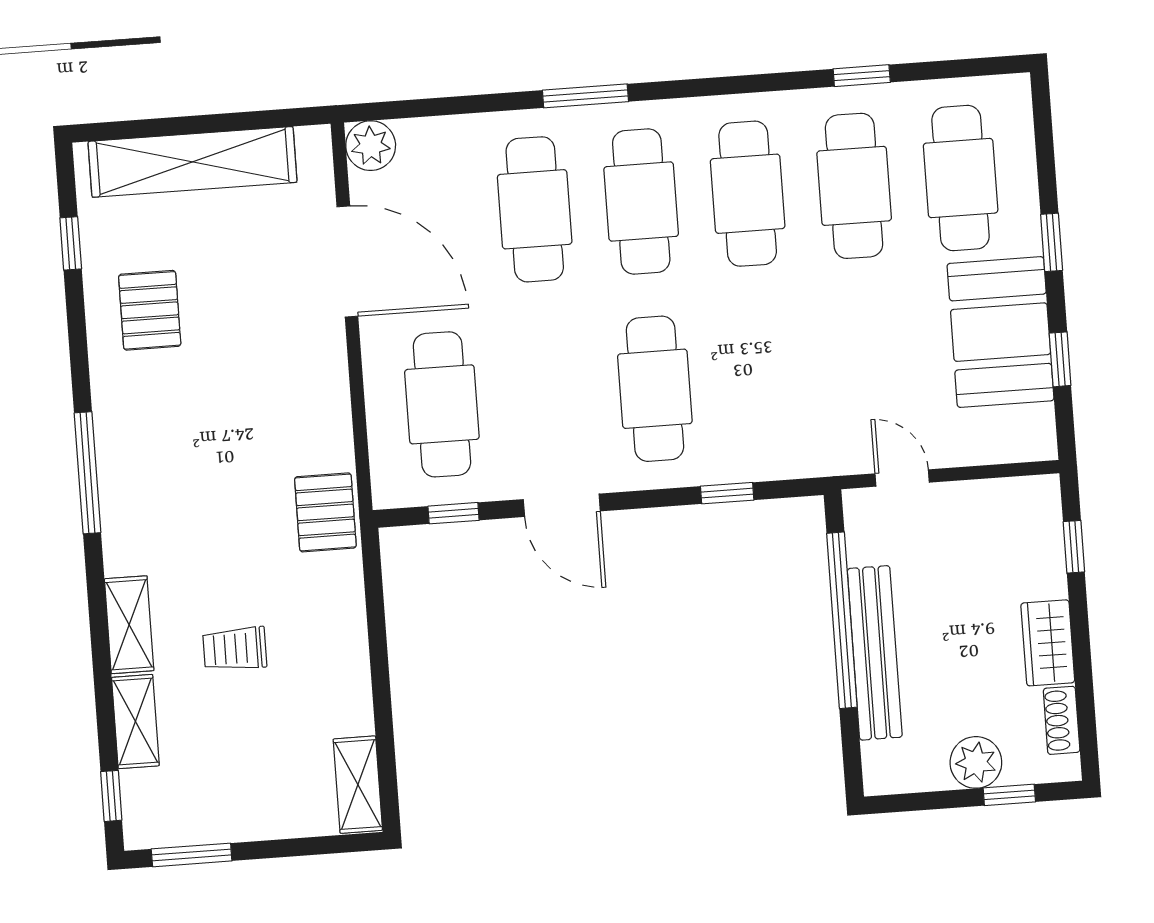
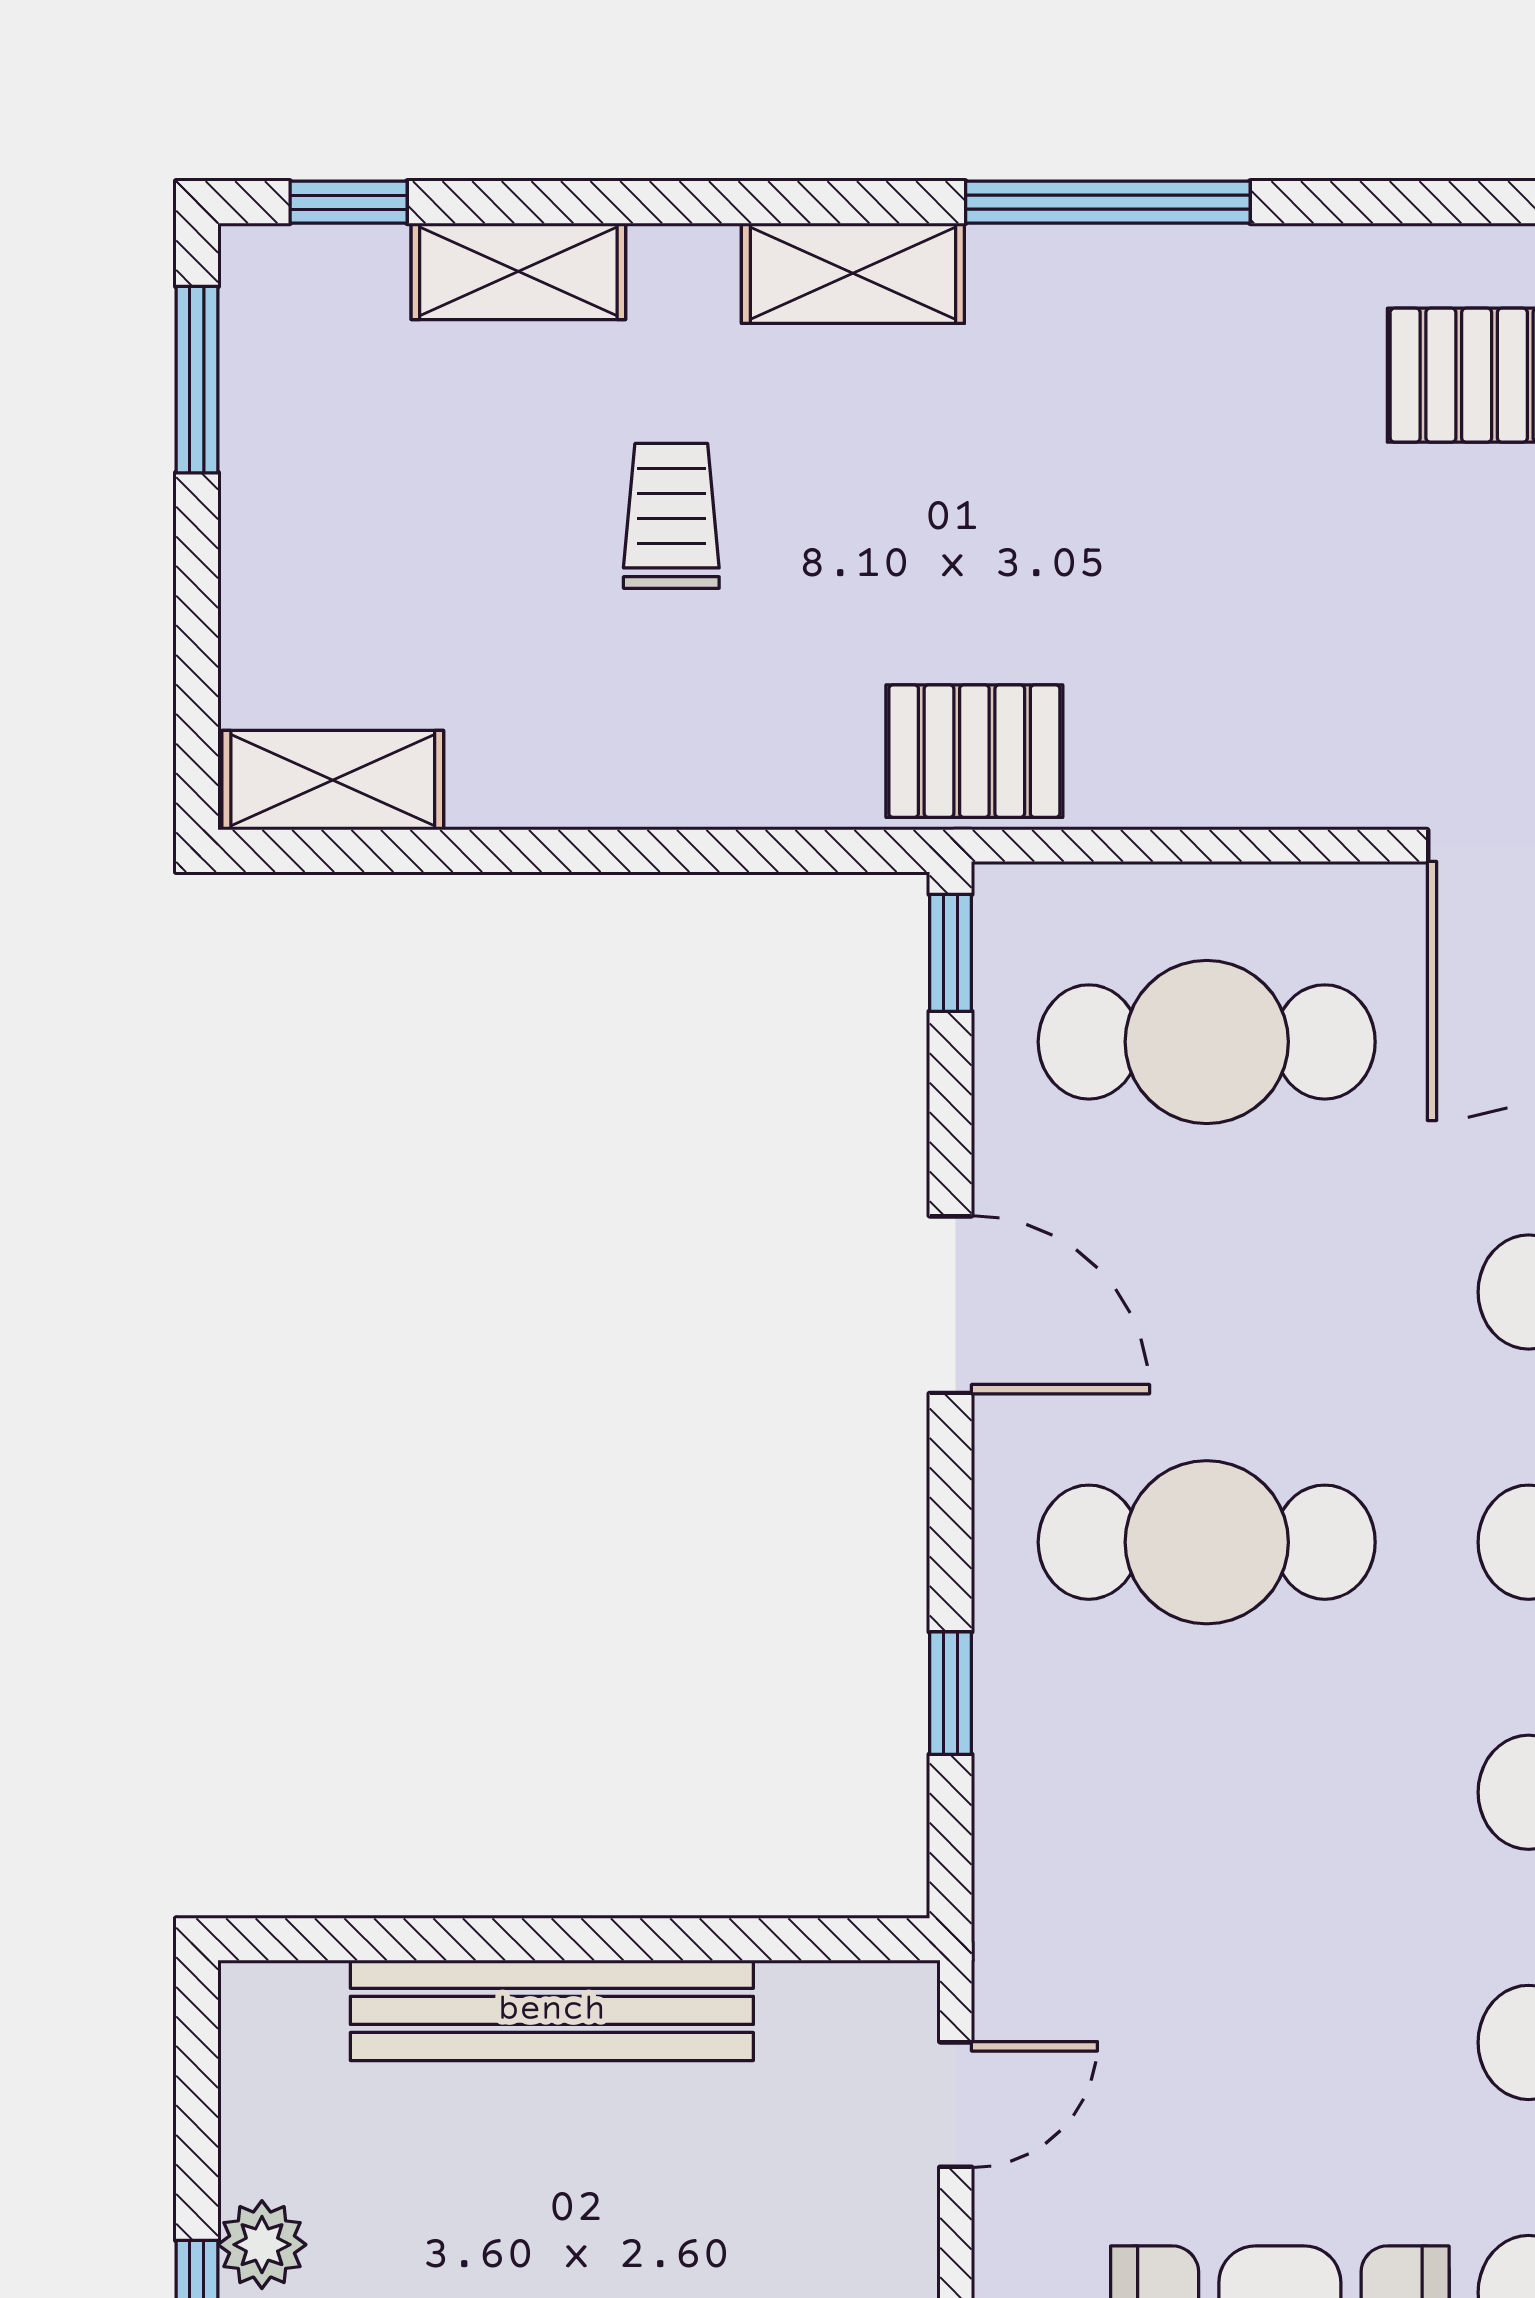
door: (562, 505) -> (950, 1305), swing flipped
window: (454, 513) -> (950, 953), moved
window: (842, 620) -> (634, 1939), removed
shelving: (129, 625) -> (853, 273), moved
plant: (976, 762) -> (262, 2245), width x0.73, depth x0.73

